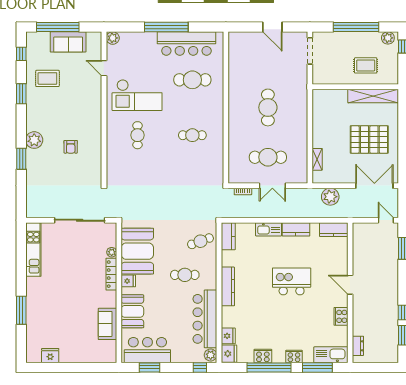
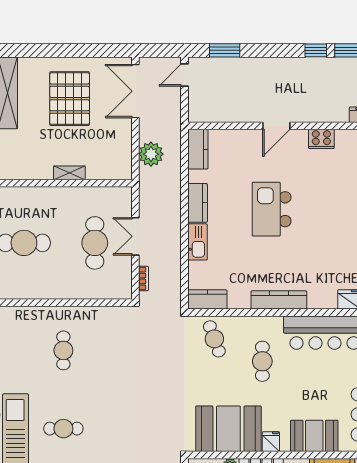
shelving: (317, 159) -> (69, 173), moved
double door: (272, 186) -> (135, 236), swing flipped

